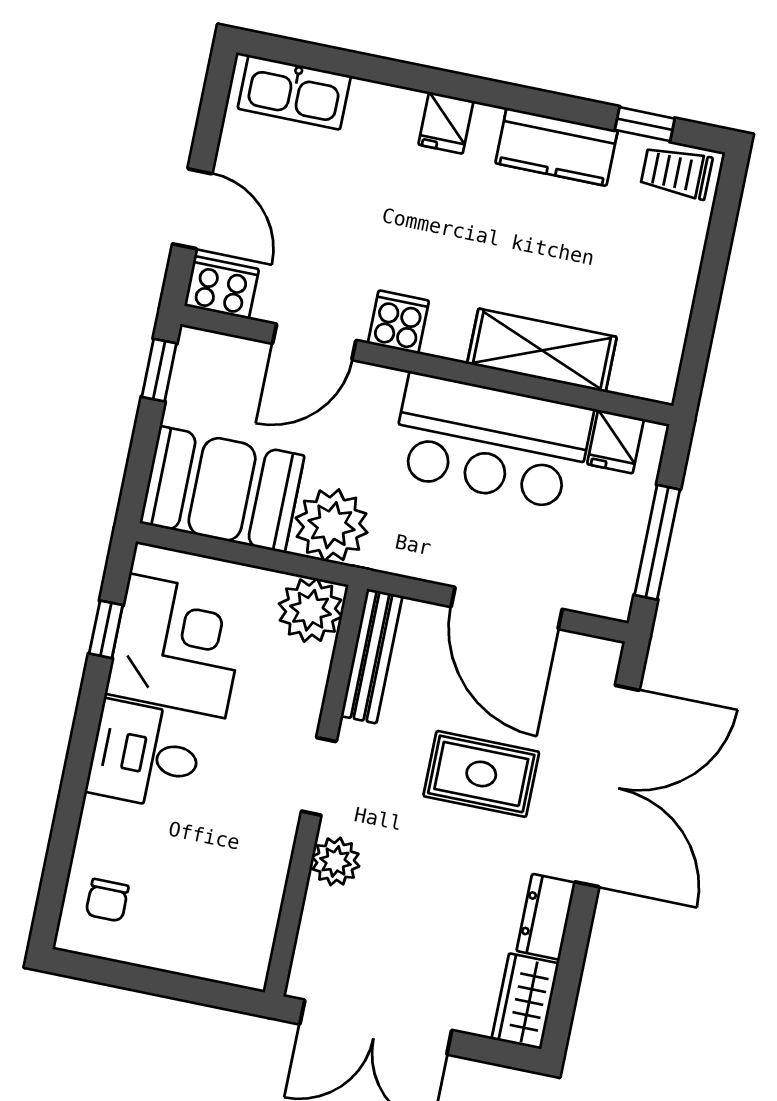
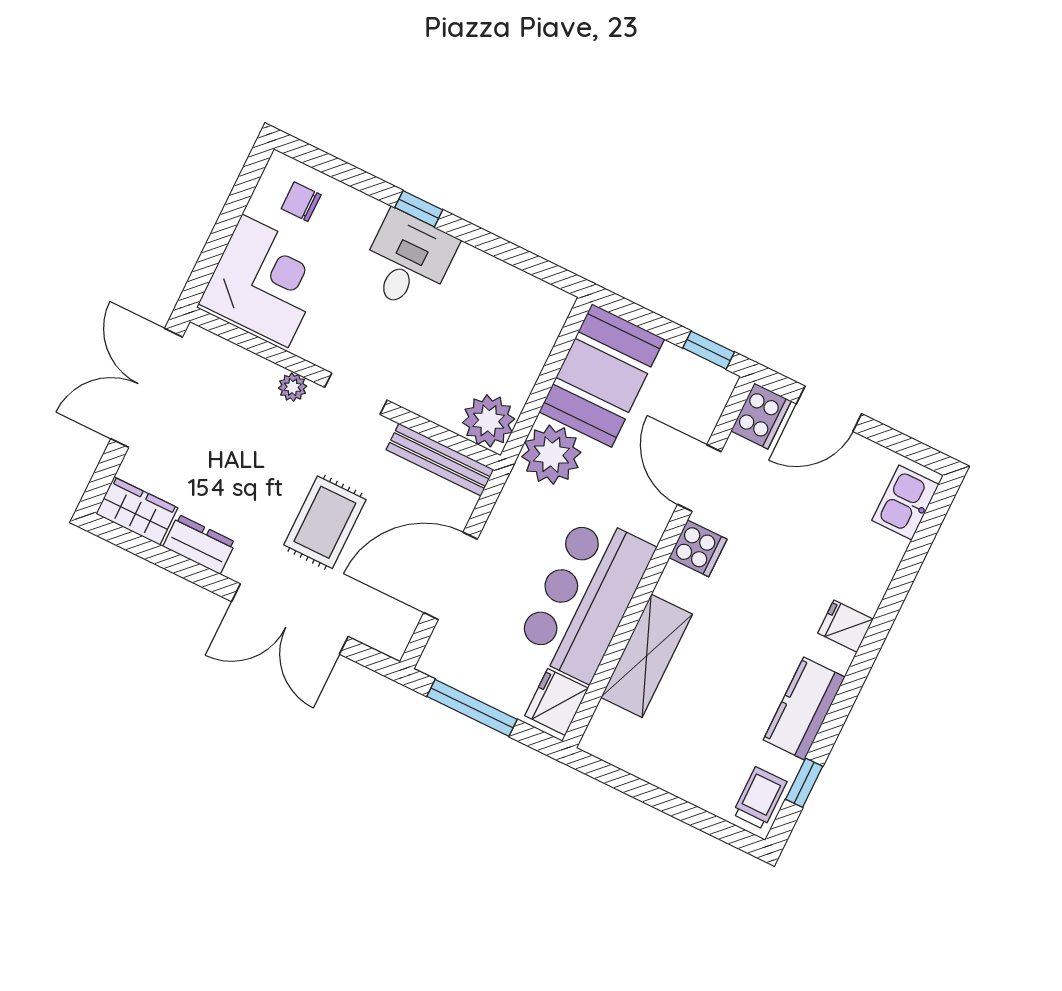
kitchen sink: (294, 92) -> (905, 502), width x0.73
fridge: (615, 442) -> (557, 702), width x1.38
window: (106, 629) -> (419, 209), moved
corner desk: (177, 646) -> (265, 281), moved, turned -90
double door: (607, 786) -> (290, 619), width x0.73
plant: (336, 861) -> (293, 387), width x0.73, depth x0.73

